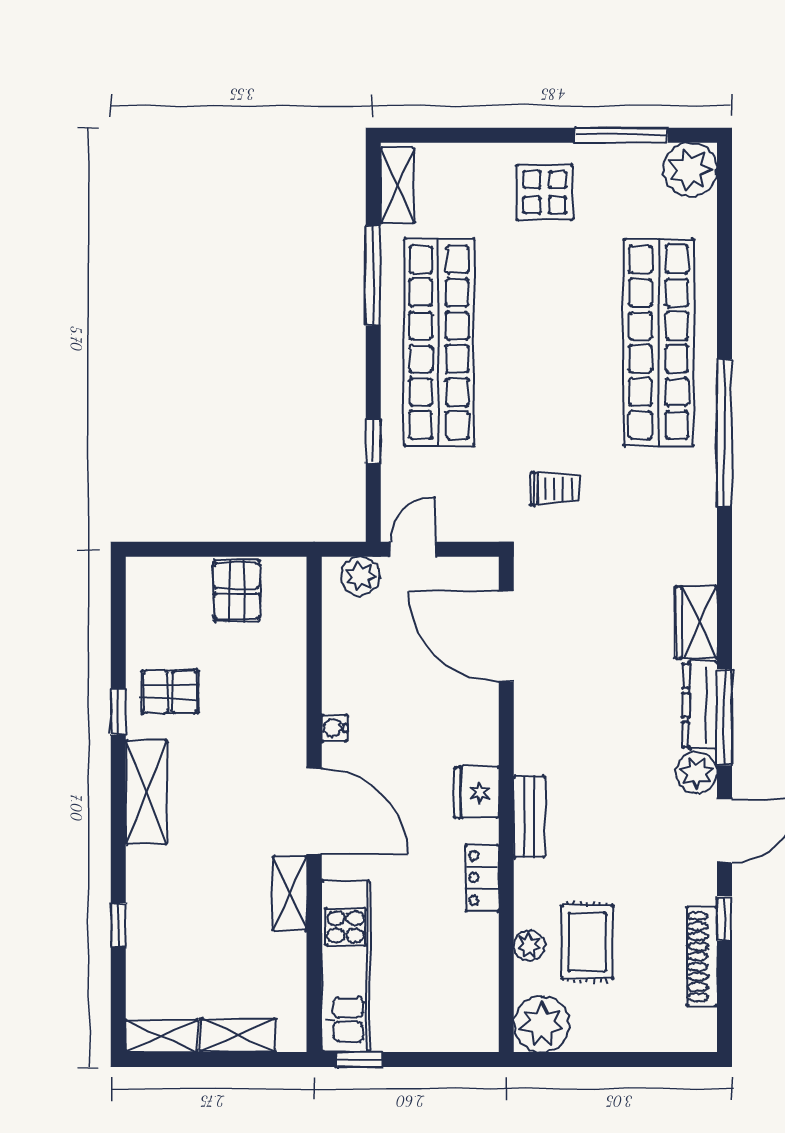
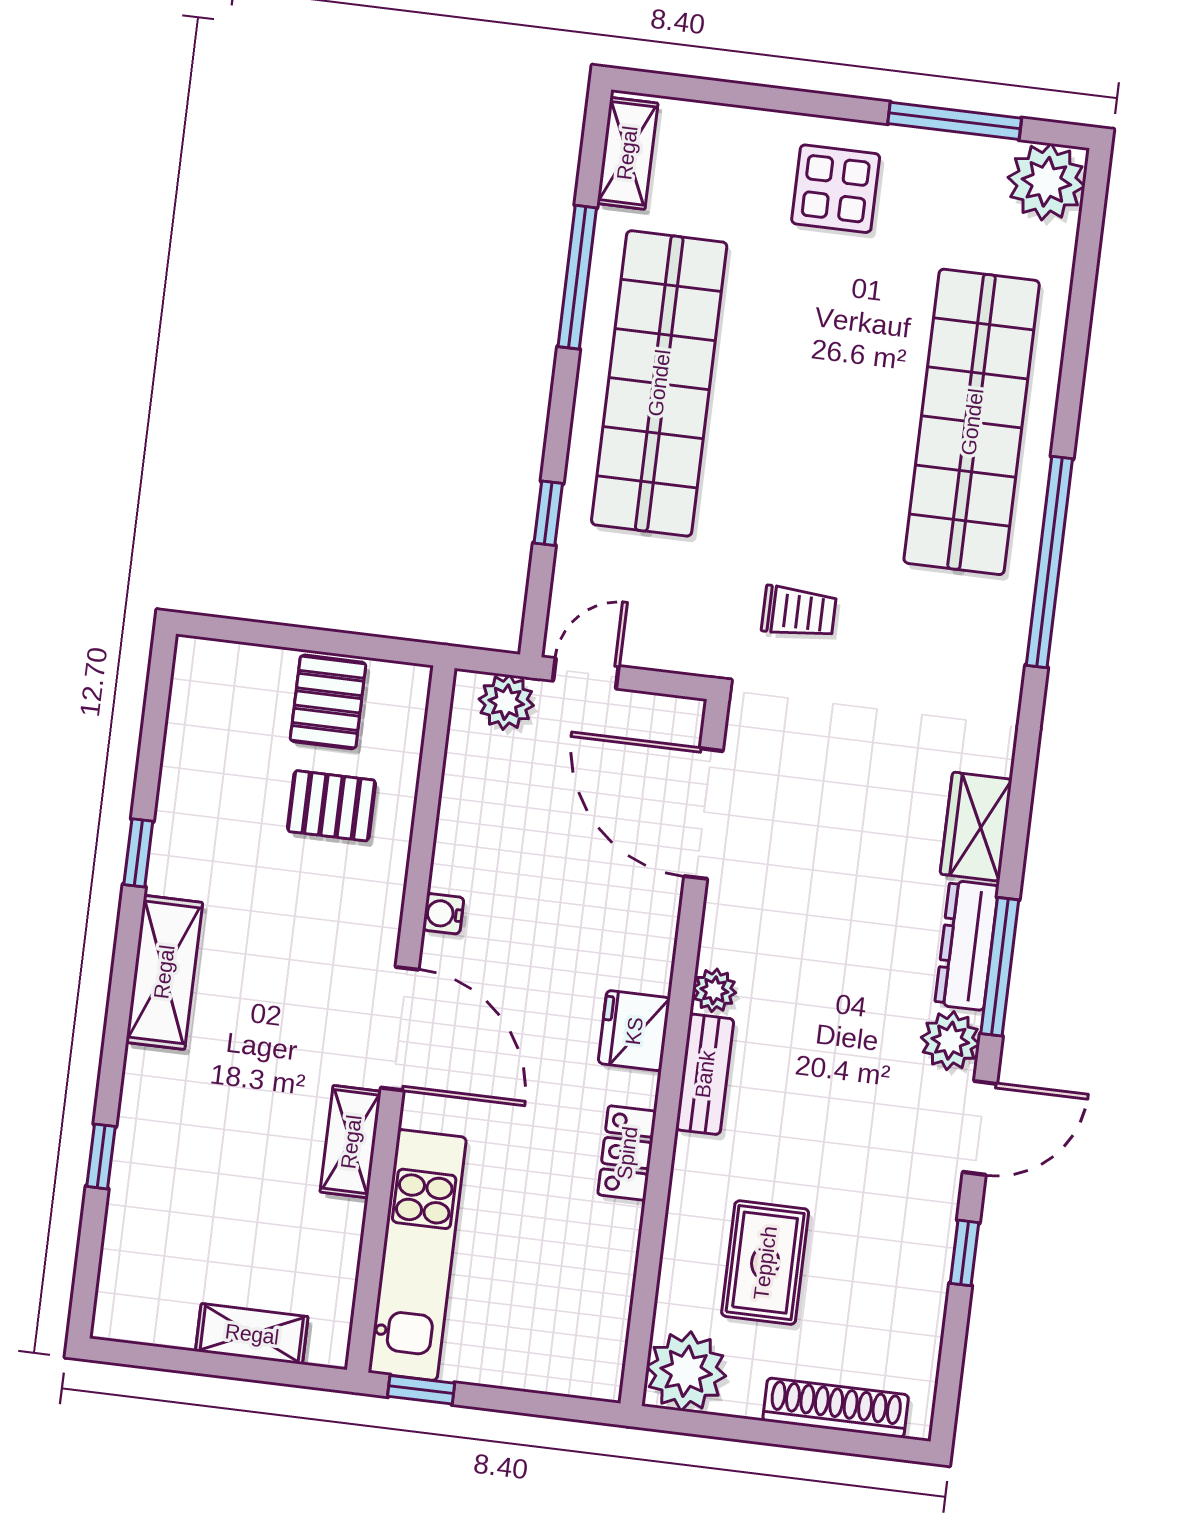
pallet: (170, 692) -> (332, 806), moved
plant: (529, 946) -> (714, 990), moved
shoe rack: (702, 957) -> (836, 1408), moved, turned 90
shelving: (161, 1036) -> (143, 1322), removed

